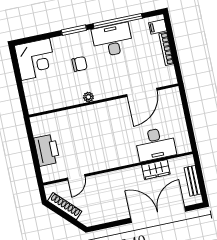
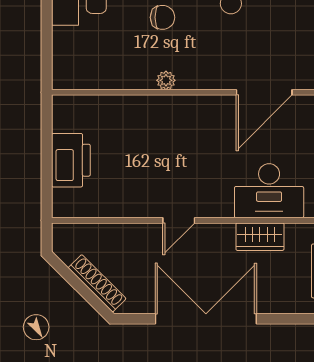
door: (76, 177) -> (179, 220), moved
shoe rack: (65, 206) -> (97, 283), moved
double door: (158, 215) -> (206, 319), moved

